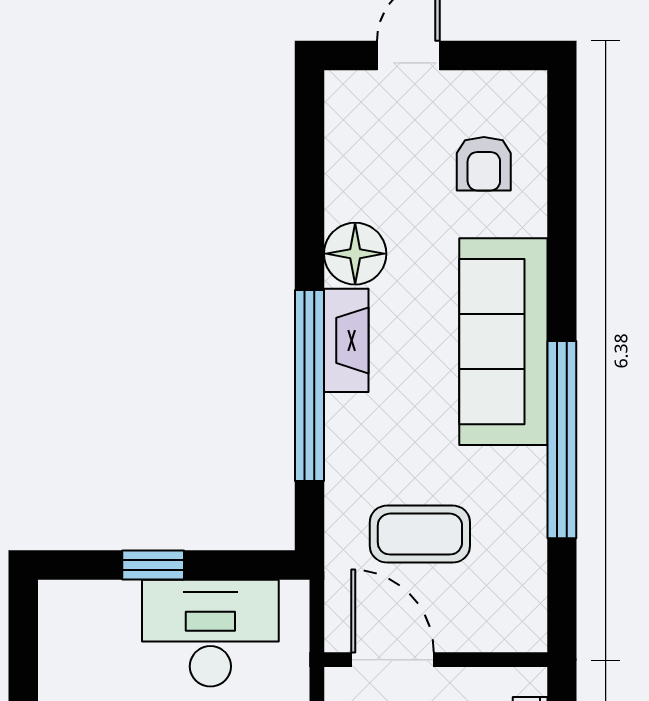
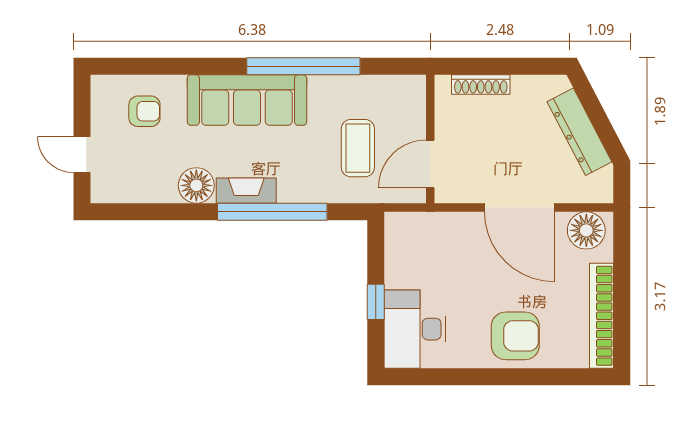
desk: (210, 633) -> (415, 329), moved

